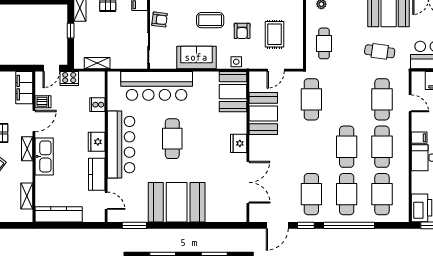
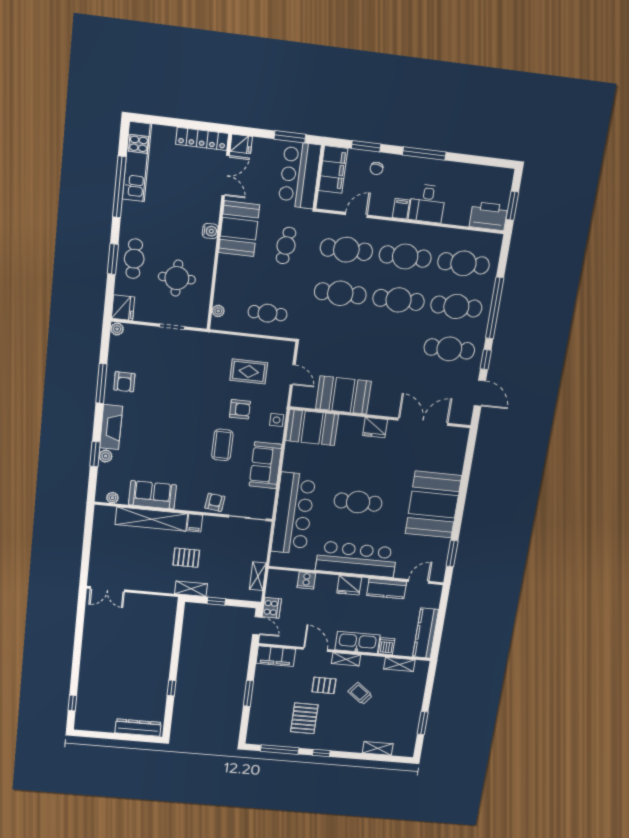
cafe table: (311, 99) -> (340, 293), moved
dishwasher: (43, 102) -> (387, 646), moved

